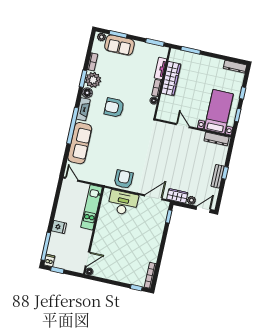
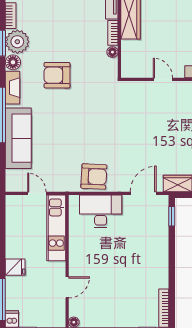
door: (72, 179) -> (37, 193), moved
armchair: (124, 179) -> (94, 177), turned 93
door: (87, 259) -> (67, 287), moved

